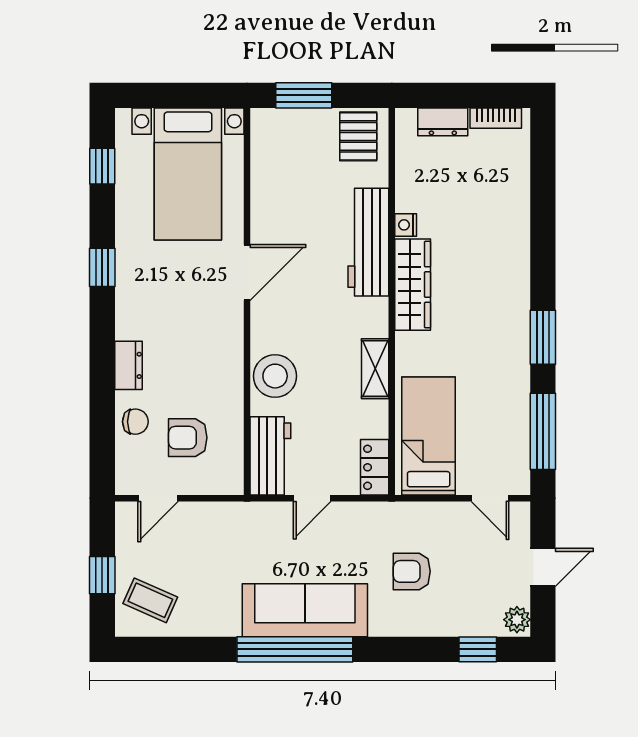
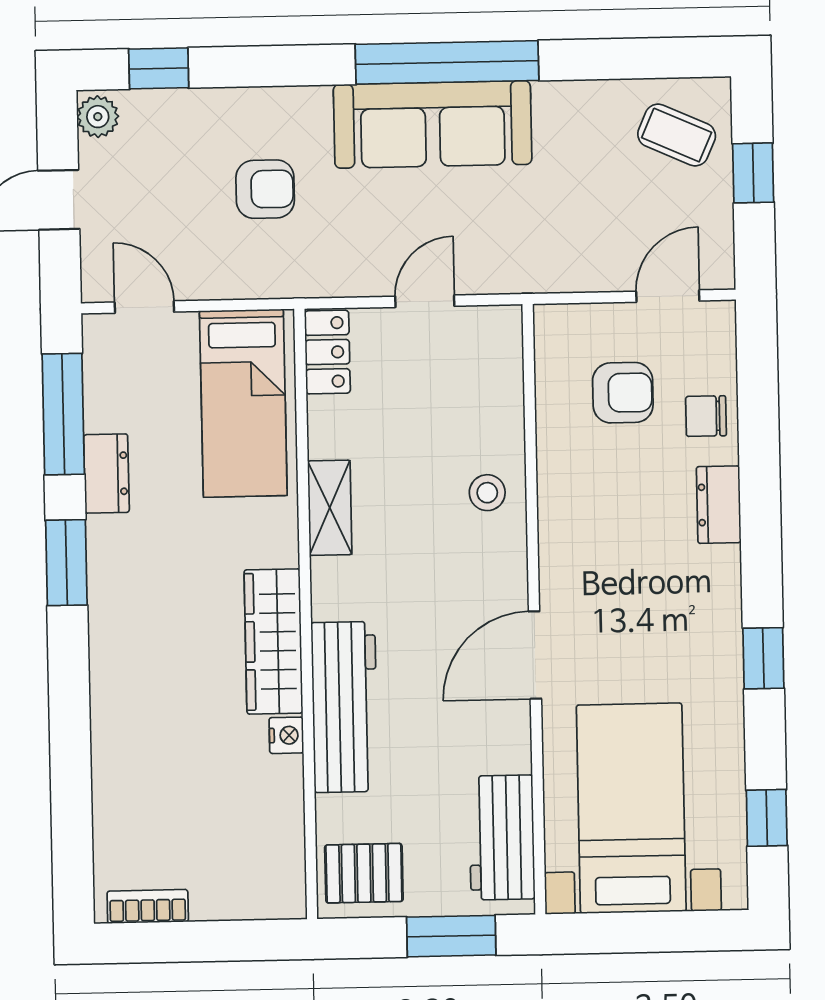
dresser: (443, 122) -> (106, 474), moved, turned 90
pallet: (358, 136) -> (364, 873), turned 90
stool: (275, 376) -> (487, 493), width x0.53, depth x0.53
workbench: (270, 456) -> (502, 837), moved

